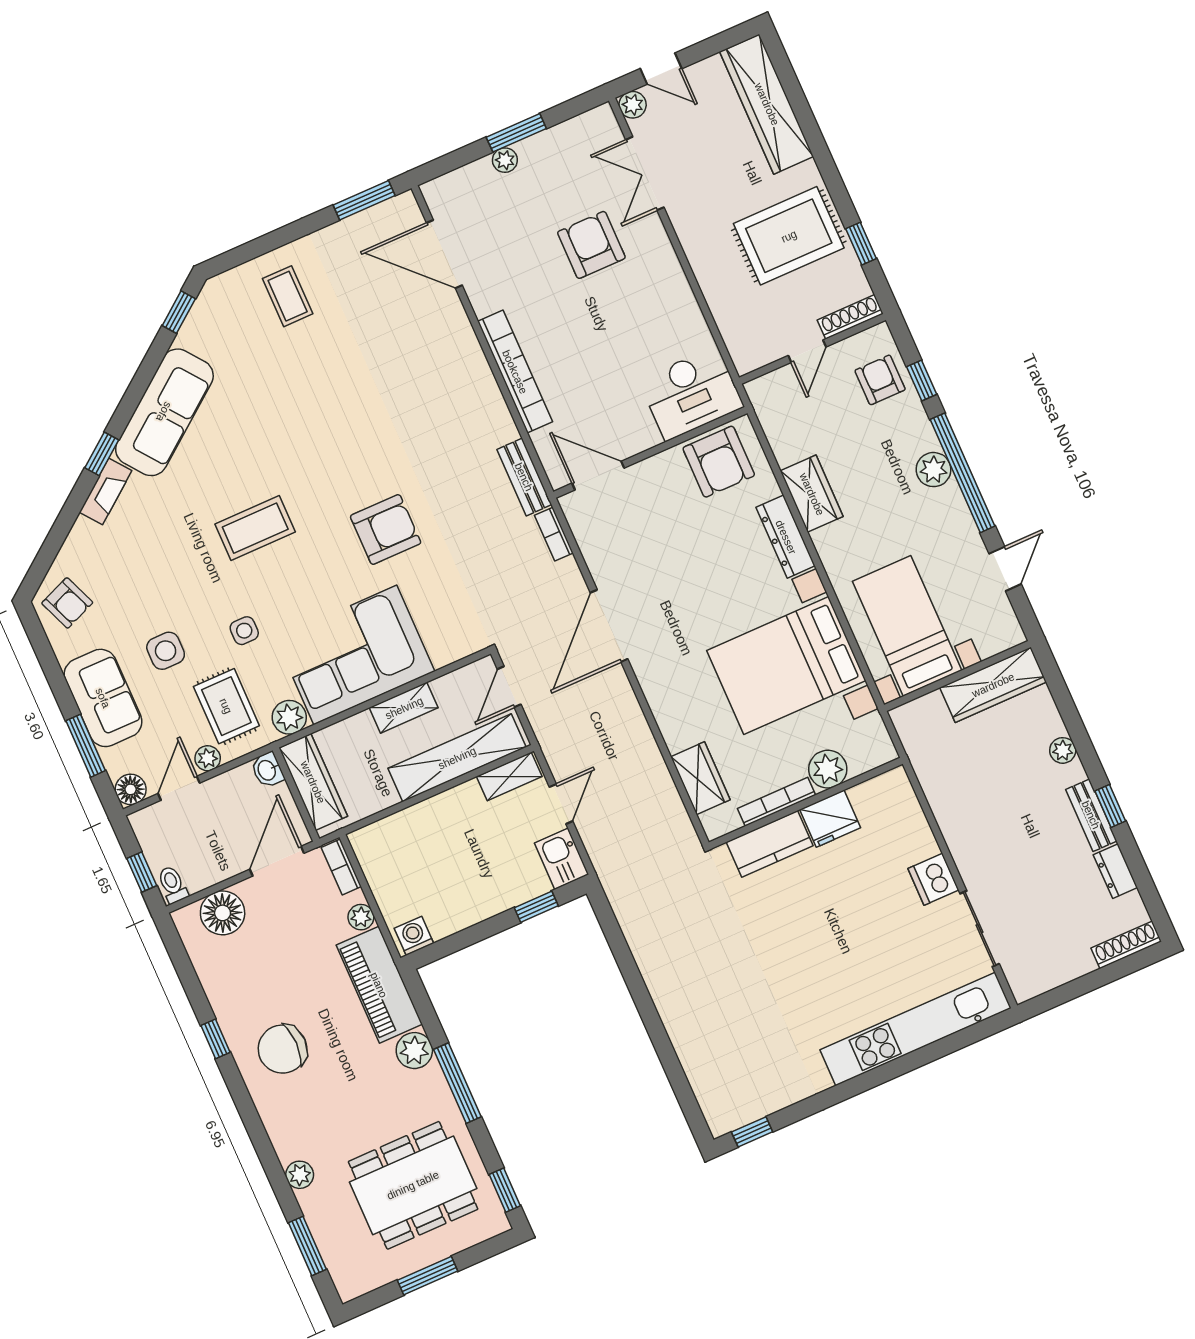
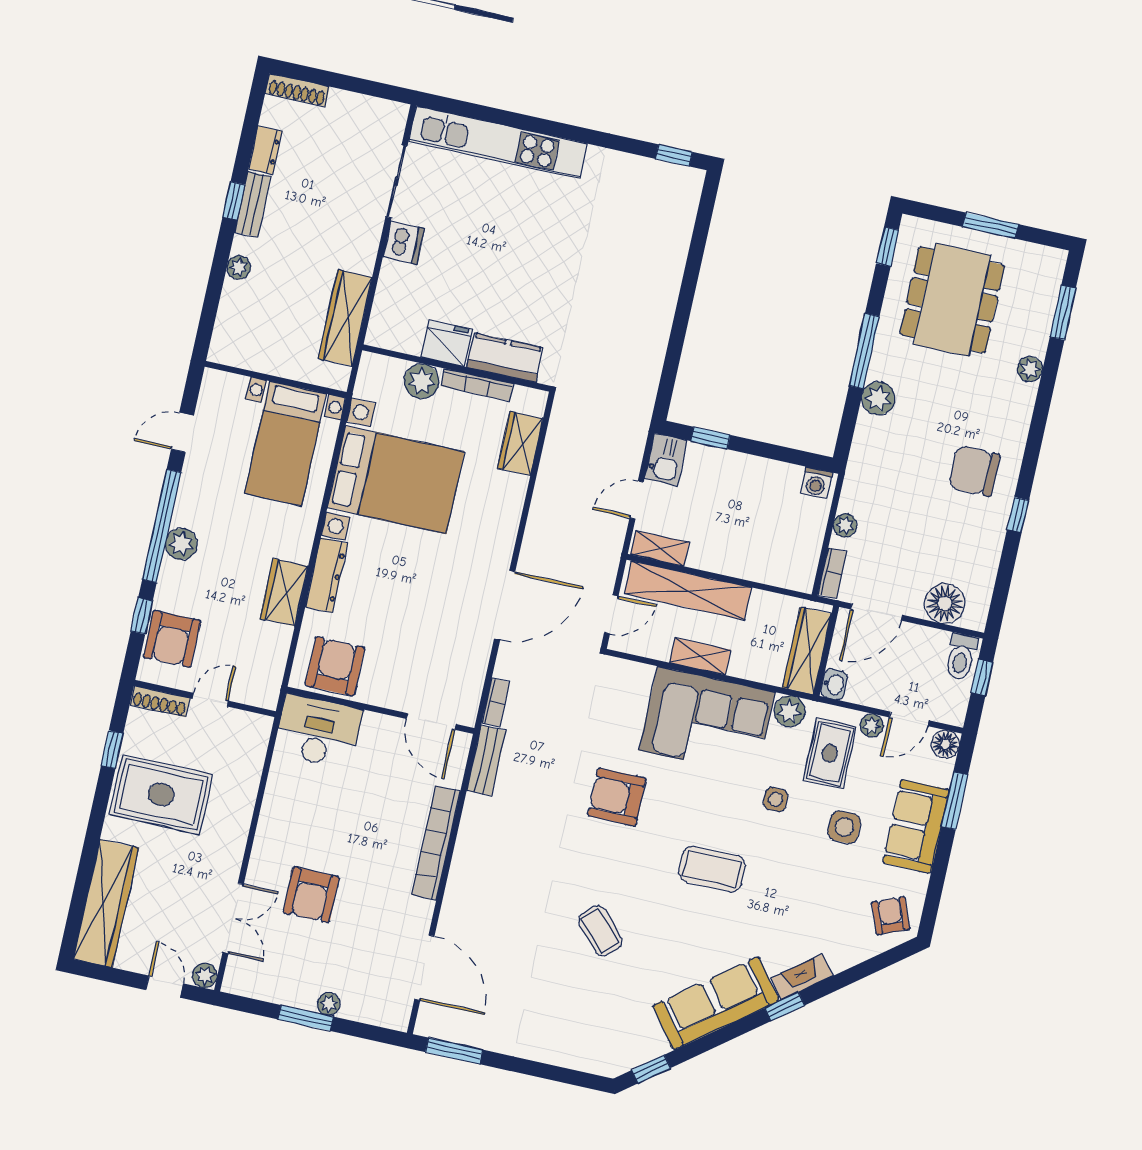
coffee table: (288, 296) -> (600, 931), moved, turned -43
armchair: (880, 380) -> (172, 639), width x1.38, depth x1.38
wardrobe: (993, 685) -> (345, 318), moved, turned -90
toilet: (173, 885) -> (961, 657), width x1.37, depth x1.39
piano: (379, 985) -> (868, 466), removed
chair: (283, 1049) -> (974, 471), turned 180
dining table: (413, 1185) -> (952, 300), turned 90

